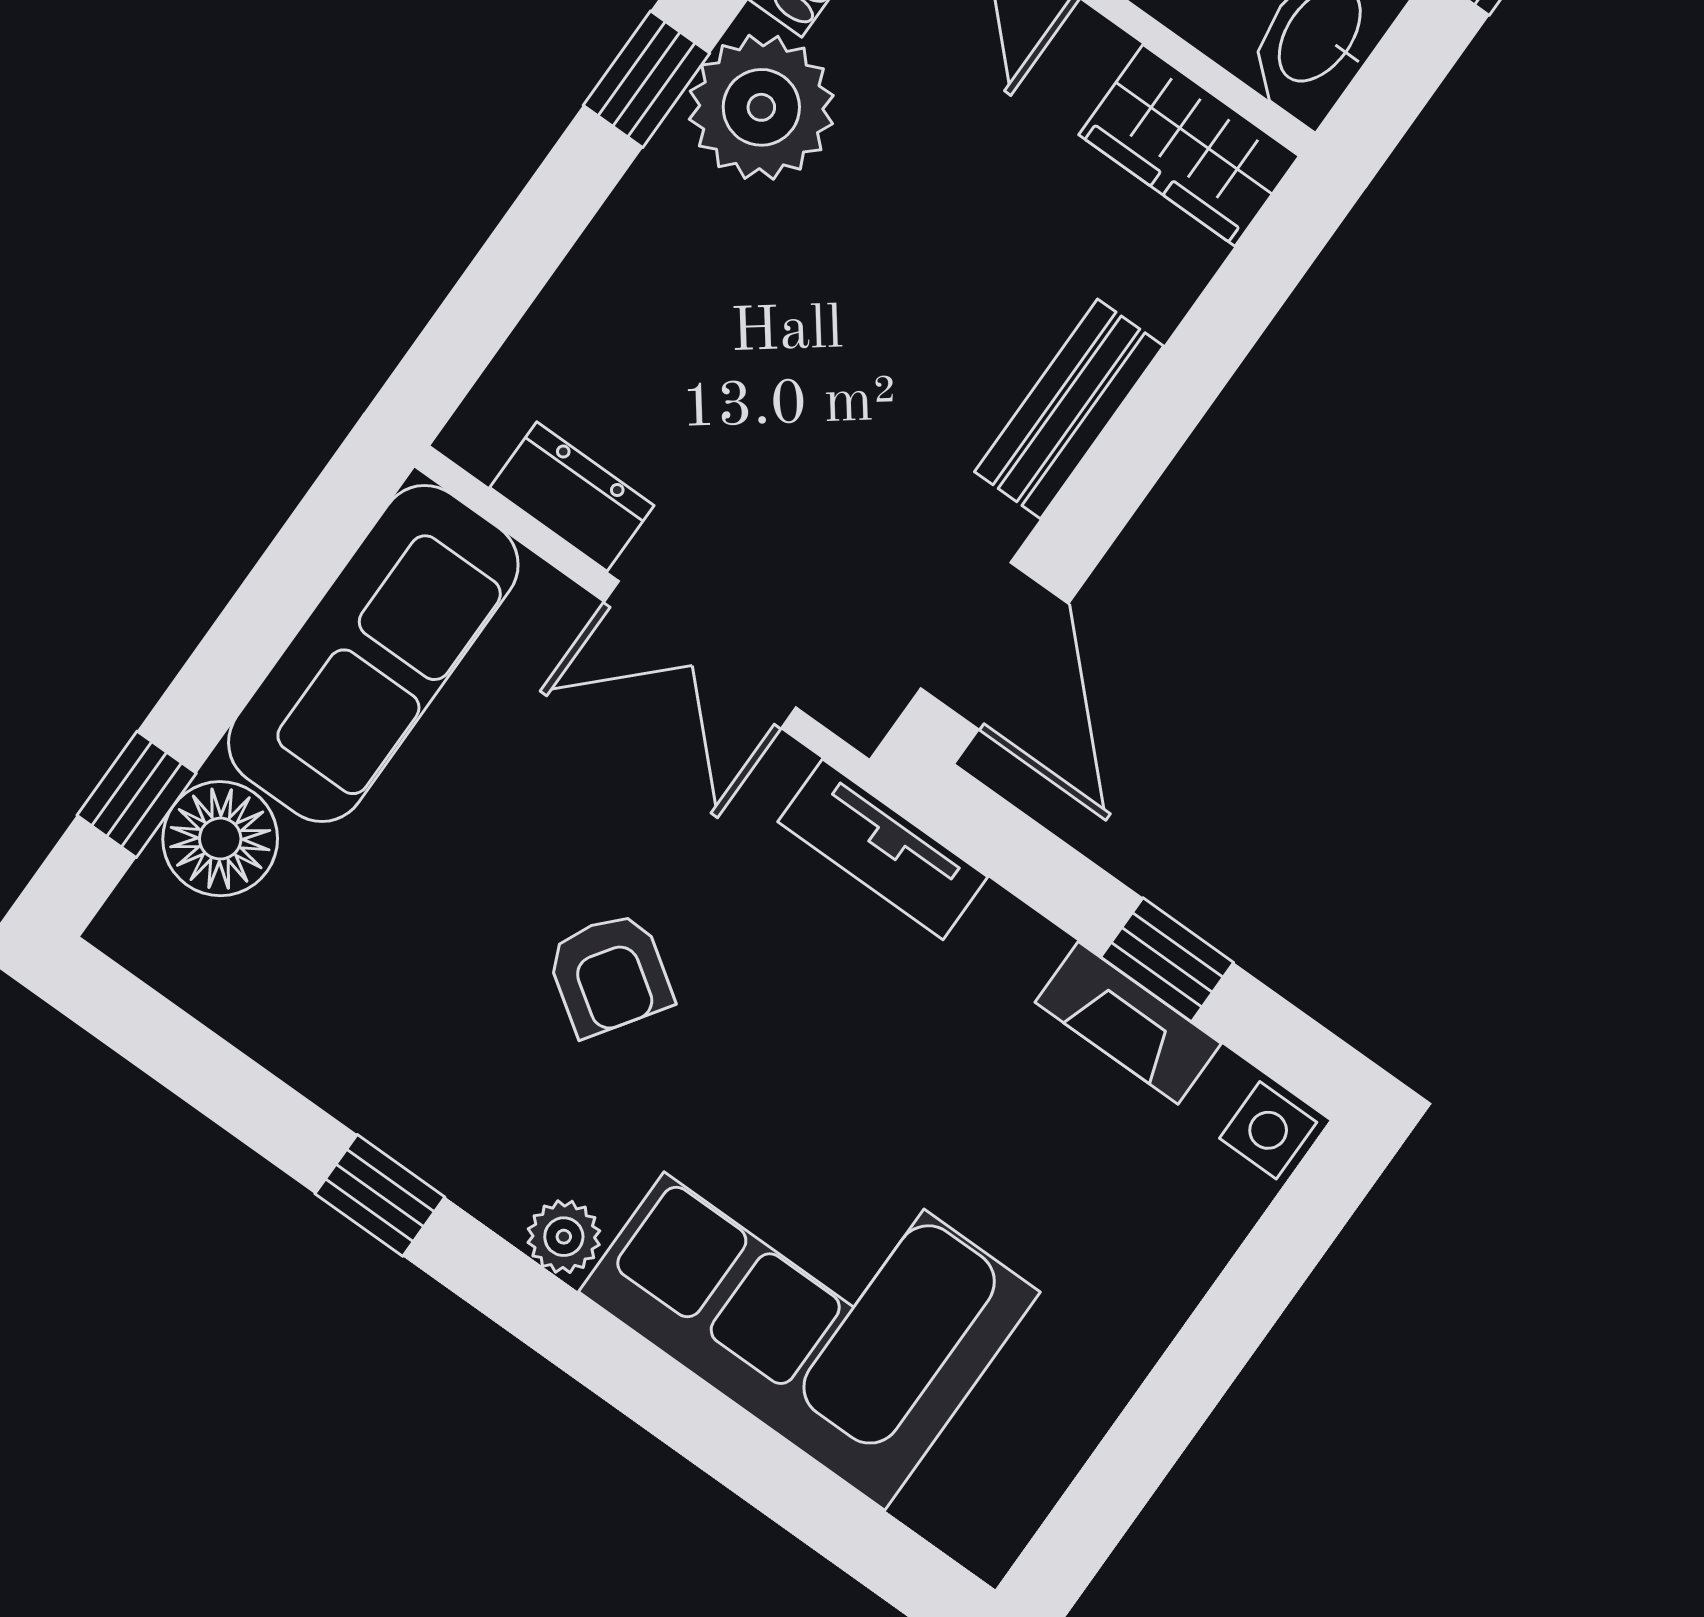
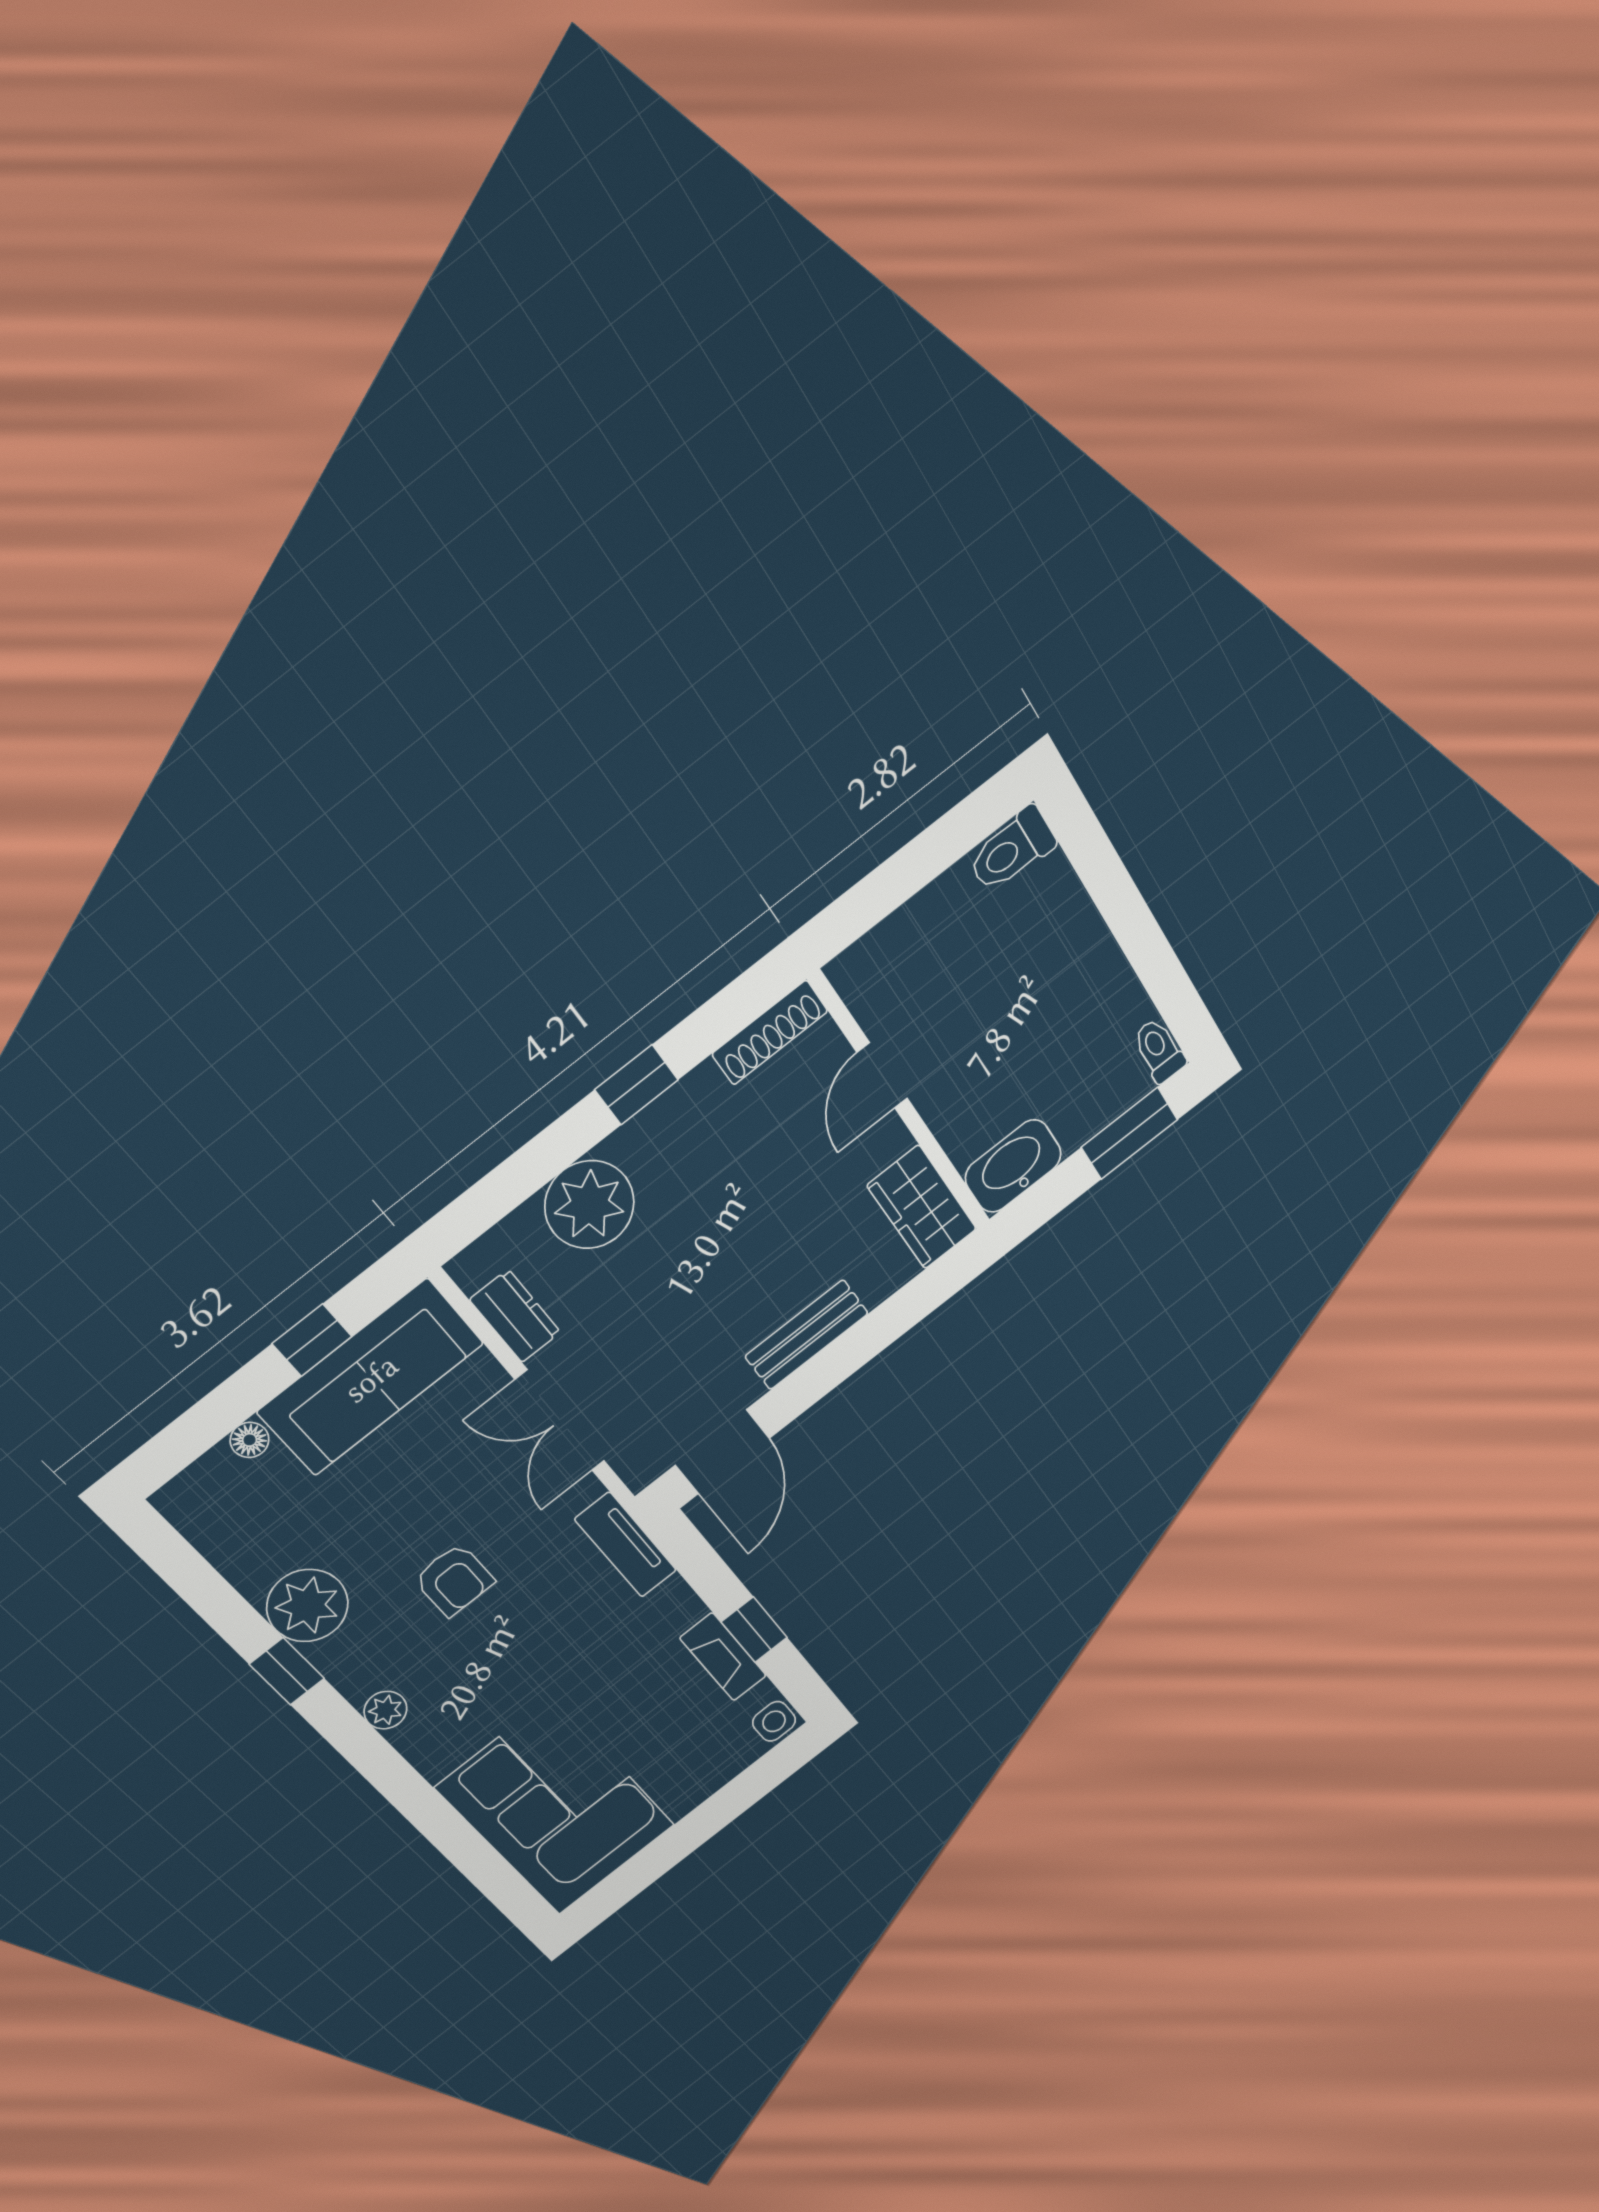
plant: (761, 107) -> (590, 1205), moved
window: (137, 794) -> (312, 1340), moved
floor lamp: (220, 839) -> (250, 1440), width x0.53, depth x0.53
armchair: (610, 974) -> (454, 1580), turned -34
plant: (381, 1069) -> (307, 1606), added
corner sofa: (809, 1292) -> (556, 1807), moved

